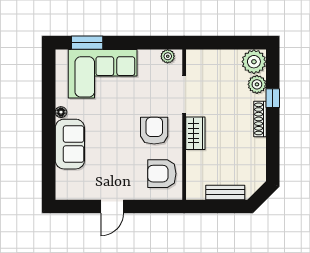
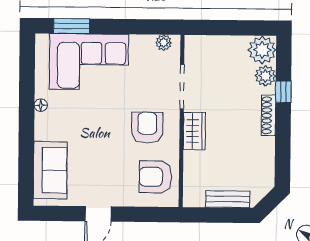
sofa: (70, 144) -> (50, 170), moved

